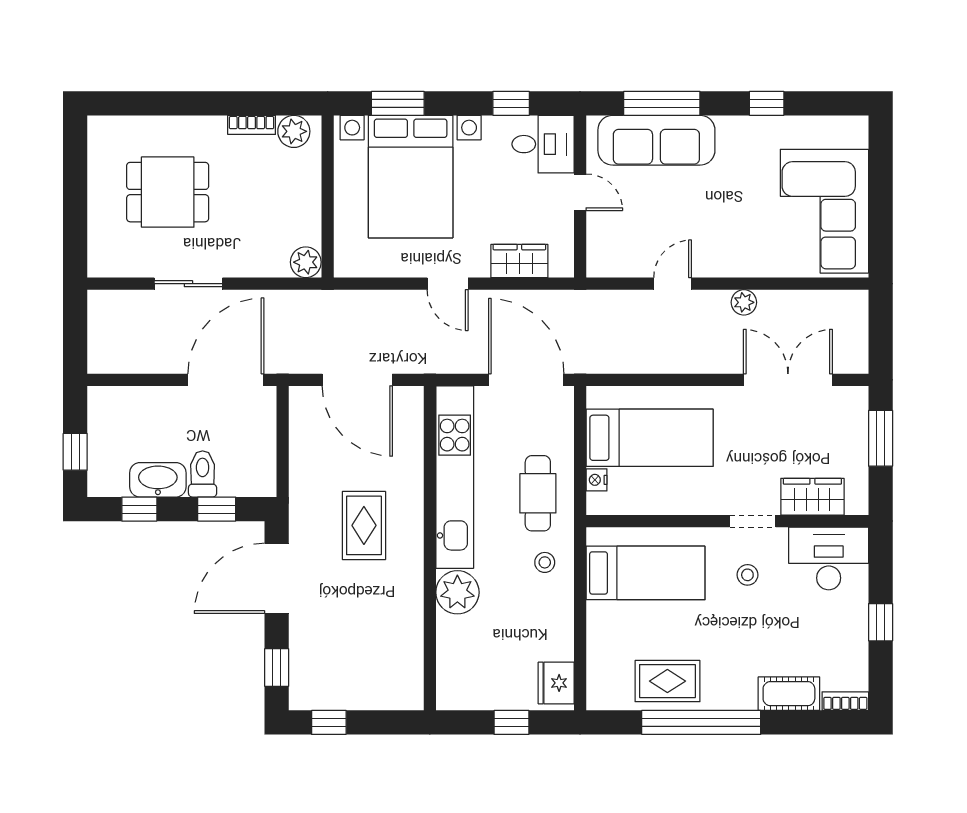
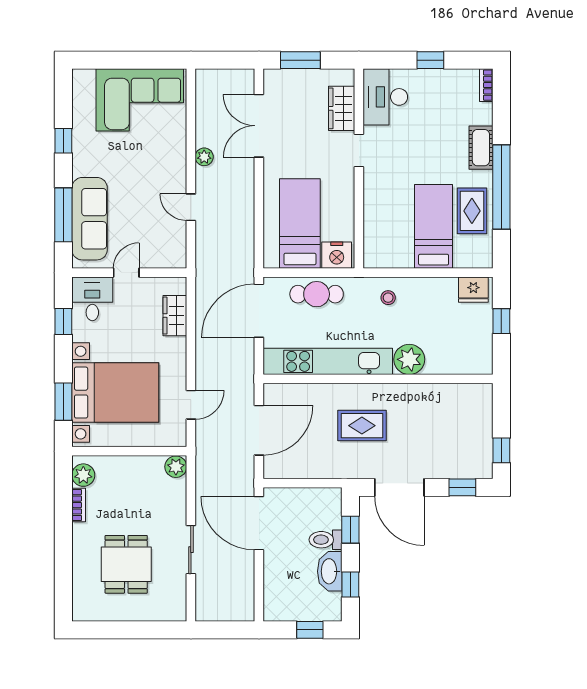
door: (448, 284) -> (191, 405), moved
nightstand: (597, 480) -> (337, 255), width x1.89, depth x1.79
cafe table: (538, 493) -> (317, 294), moved
bed: (645, 573) -> (434, 226), moved
stool: (747, 575) -> (397, 154), removed
cot: (789, 694) -> (481, 148), moved

